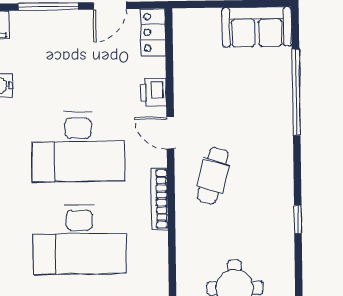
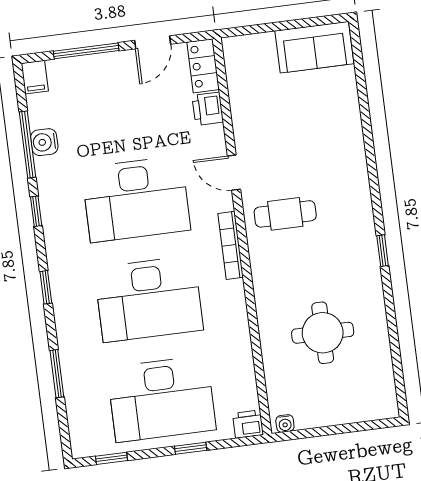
window: (296, 92) -> (365, 113), removed
printer: (153, 93) -> (208, 109), moved
cafe table: (213, 176) -> (285, 214), turned 74

